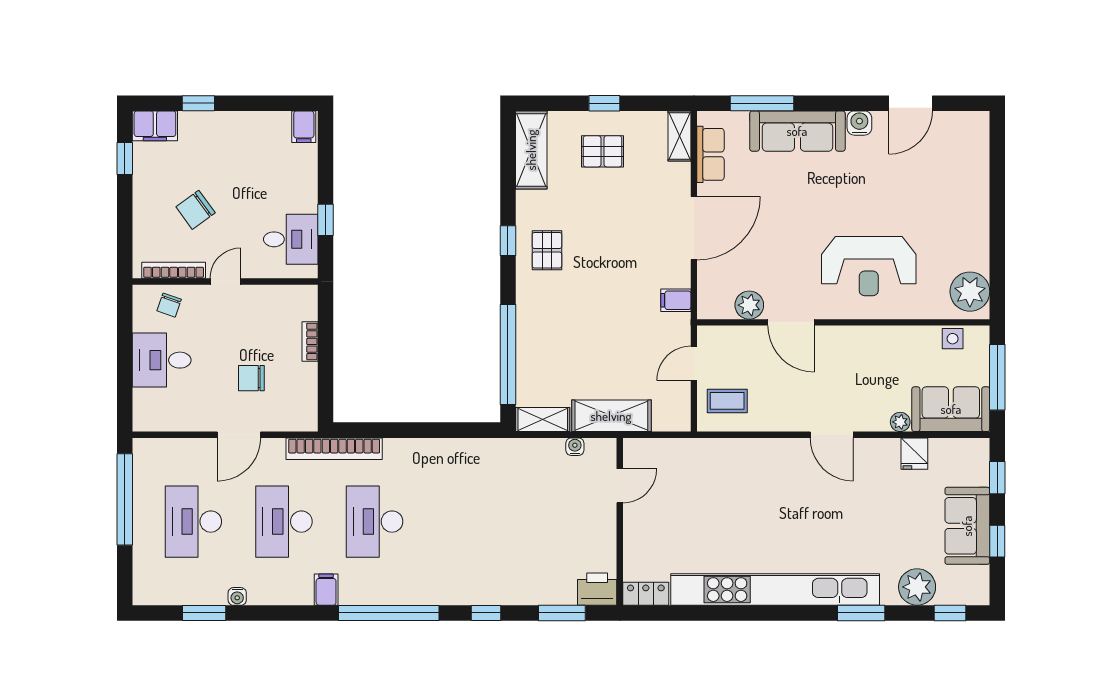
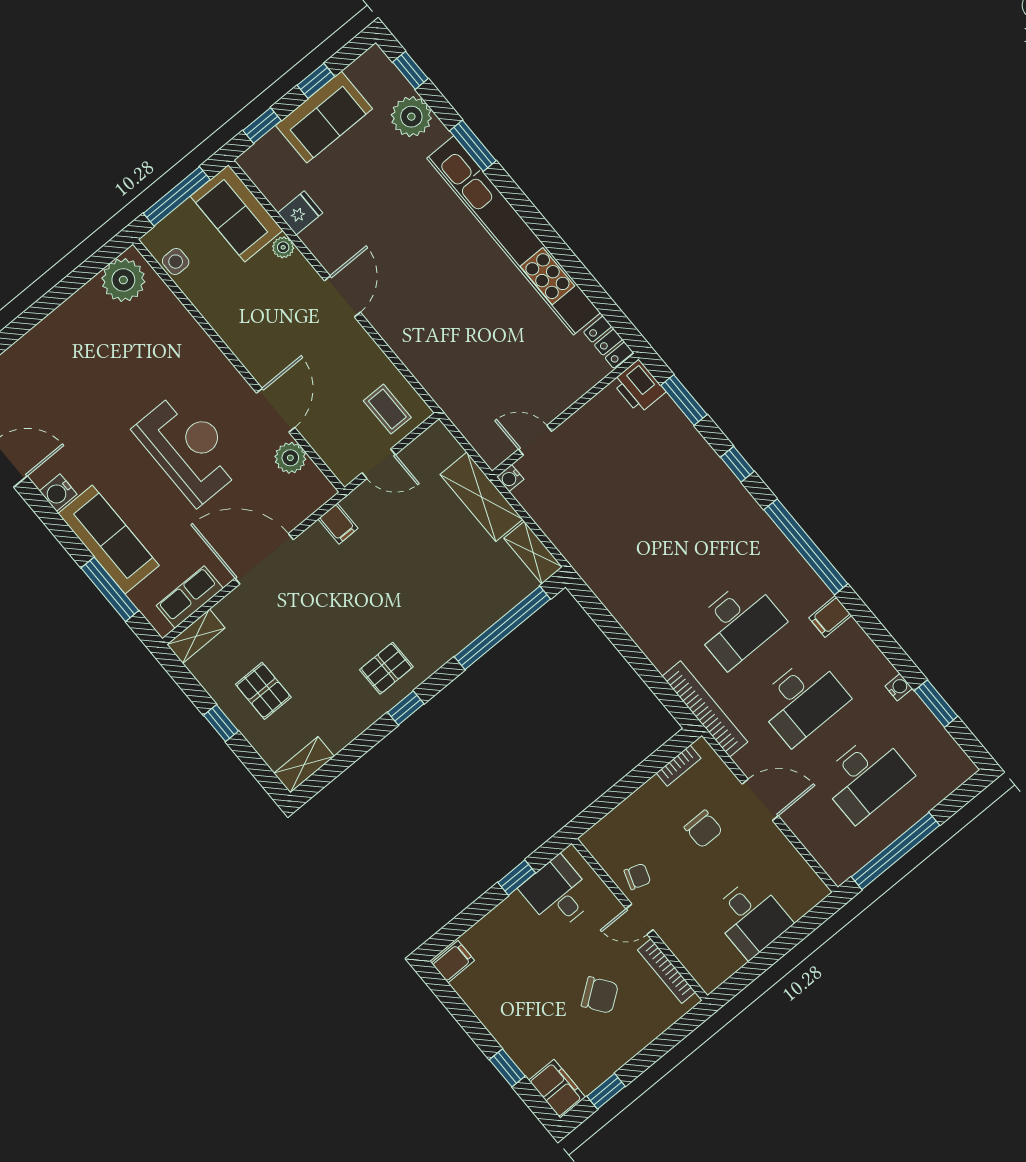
shelving: (531, 150) -> (304, 765), width x0.67, depth x0.75
reception desk: (869, 266) -> (189, 448), moved
chair: (169, 305) -> (637, 876), moved
bookcase: (310, 341) -> (679, 766), moved
water cooler: (575, 447) -> (510, 478), moved

